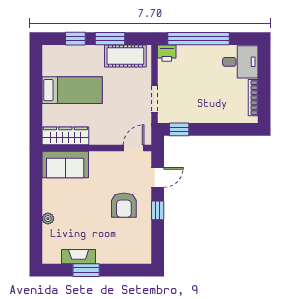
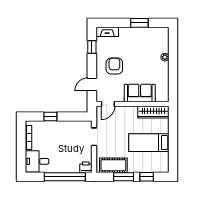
window: (179, 129) -> (50, 116), moved
sofa: (65, 165) -> (140, 93), moved
window: (158, 210) -> (92, 47), moved
fireplace: (79, 257) -> (107, 32), moved

